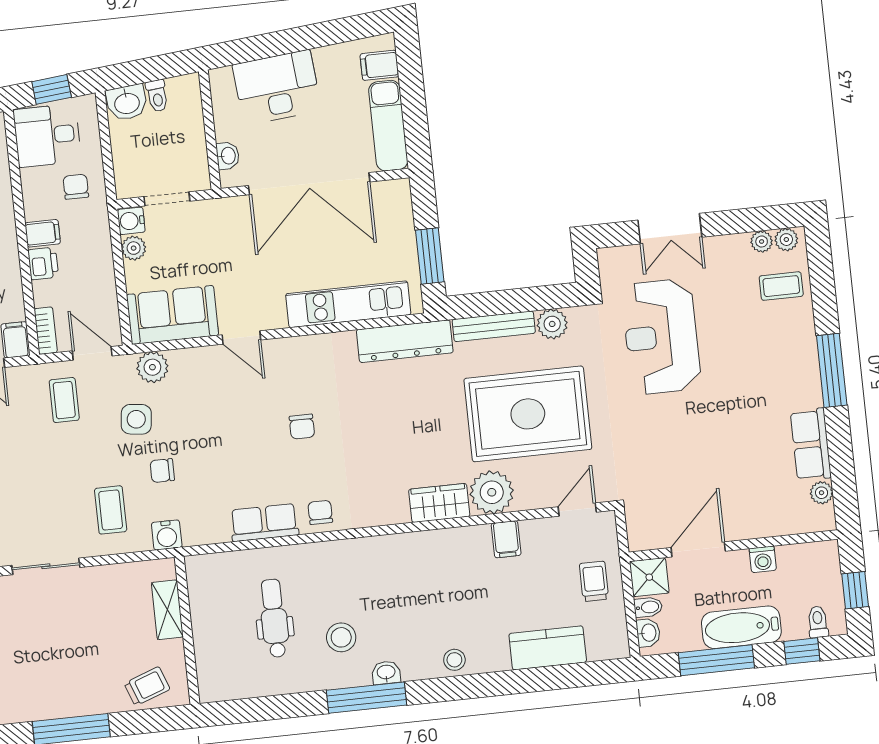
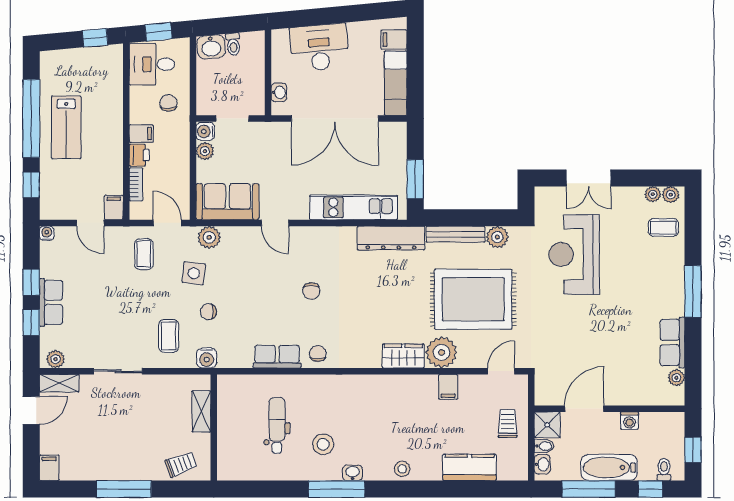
bookcase: (46, 331) -> (136, 184), moved

